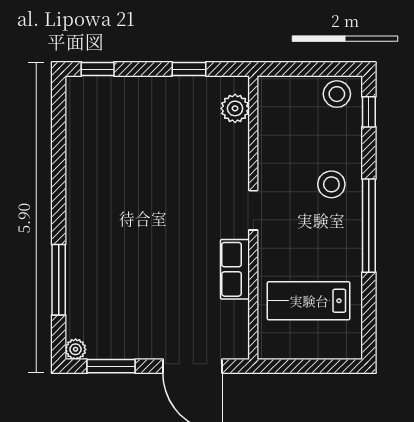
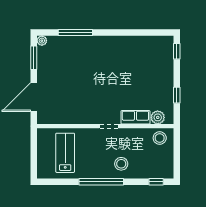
stool: (337, 94) -> (160, 138), moved
row of seats: (235, 269) -> (135, 117), moved

